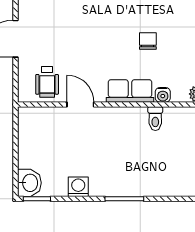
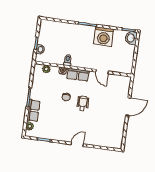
wheelchair: (47, 82) -> (83, 103), moved
washing machine: (78, 187) -> (104, 37), width x1.89, depth x1.89

